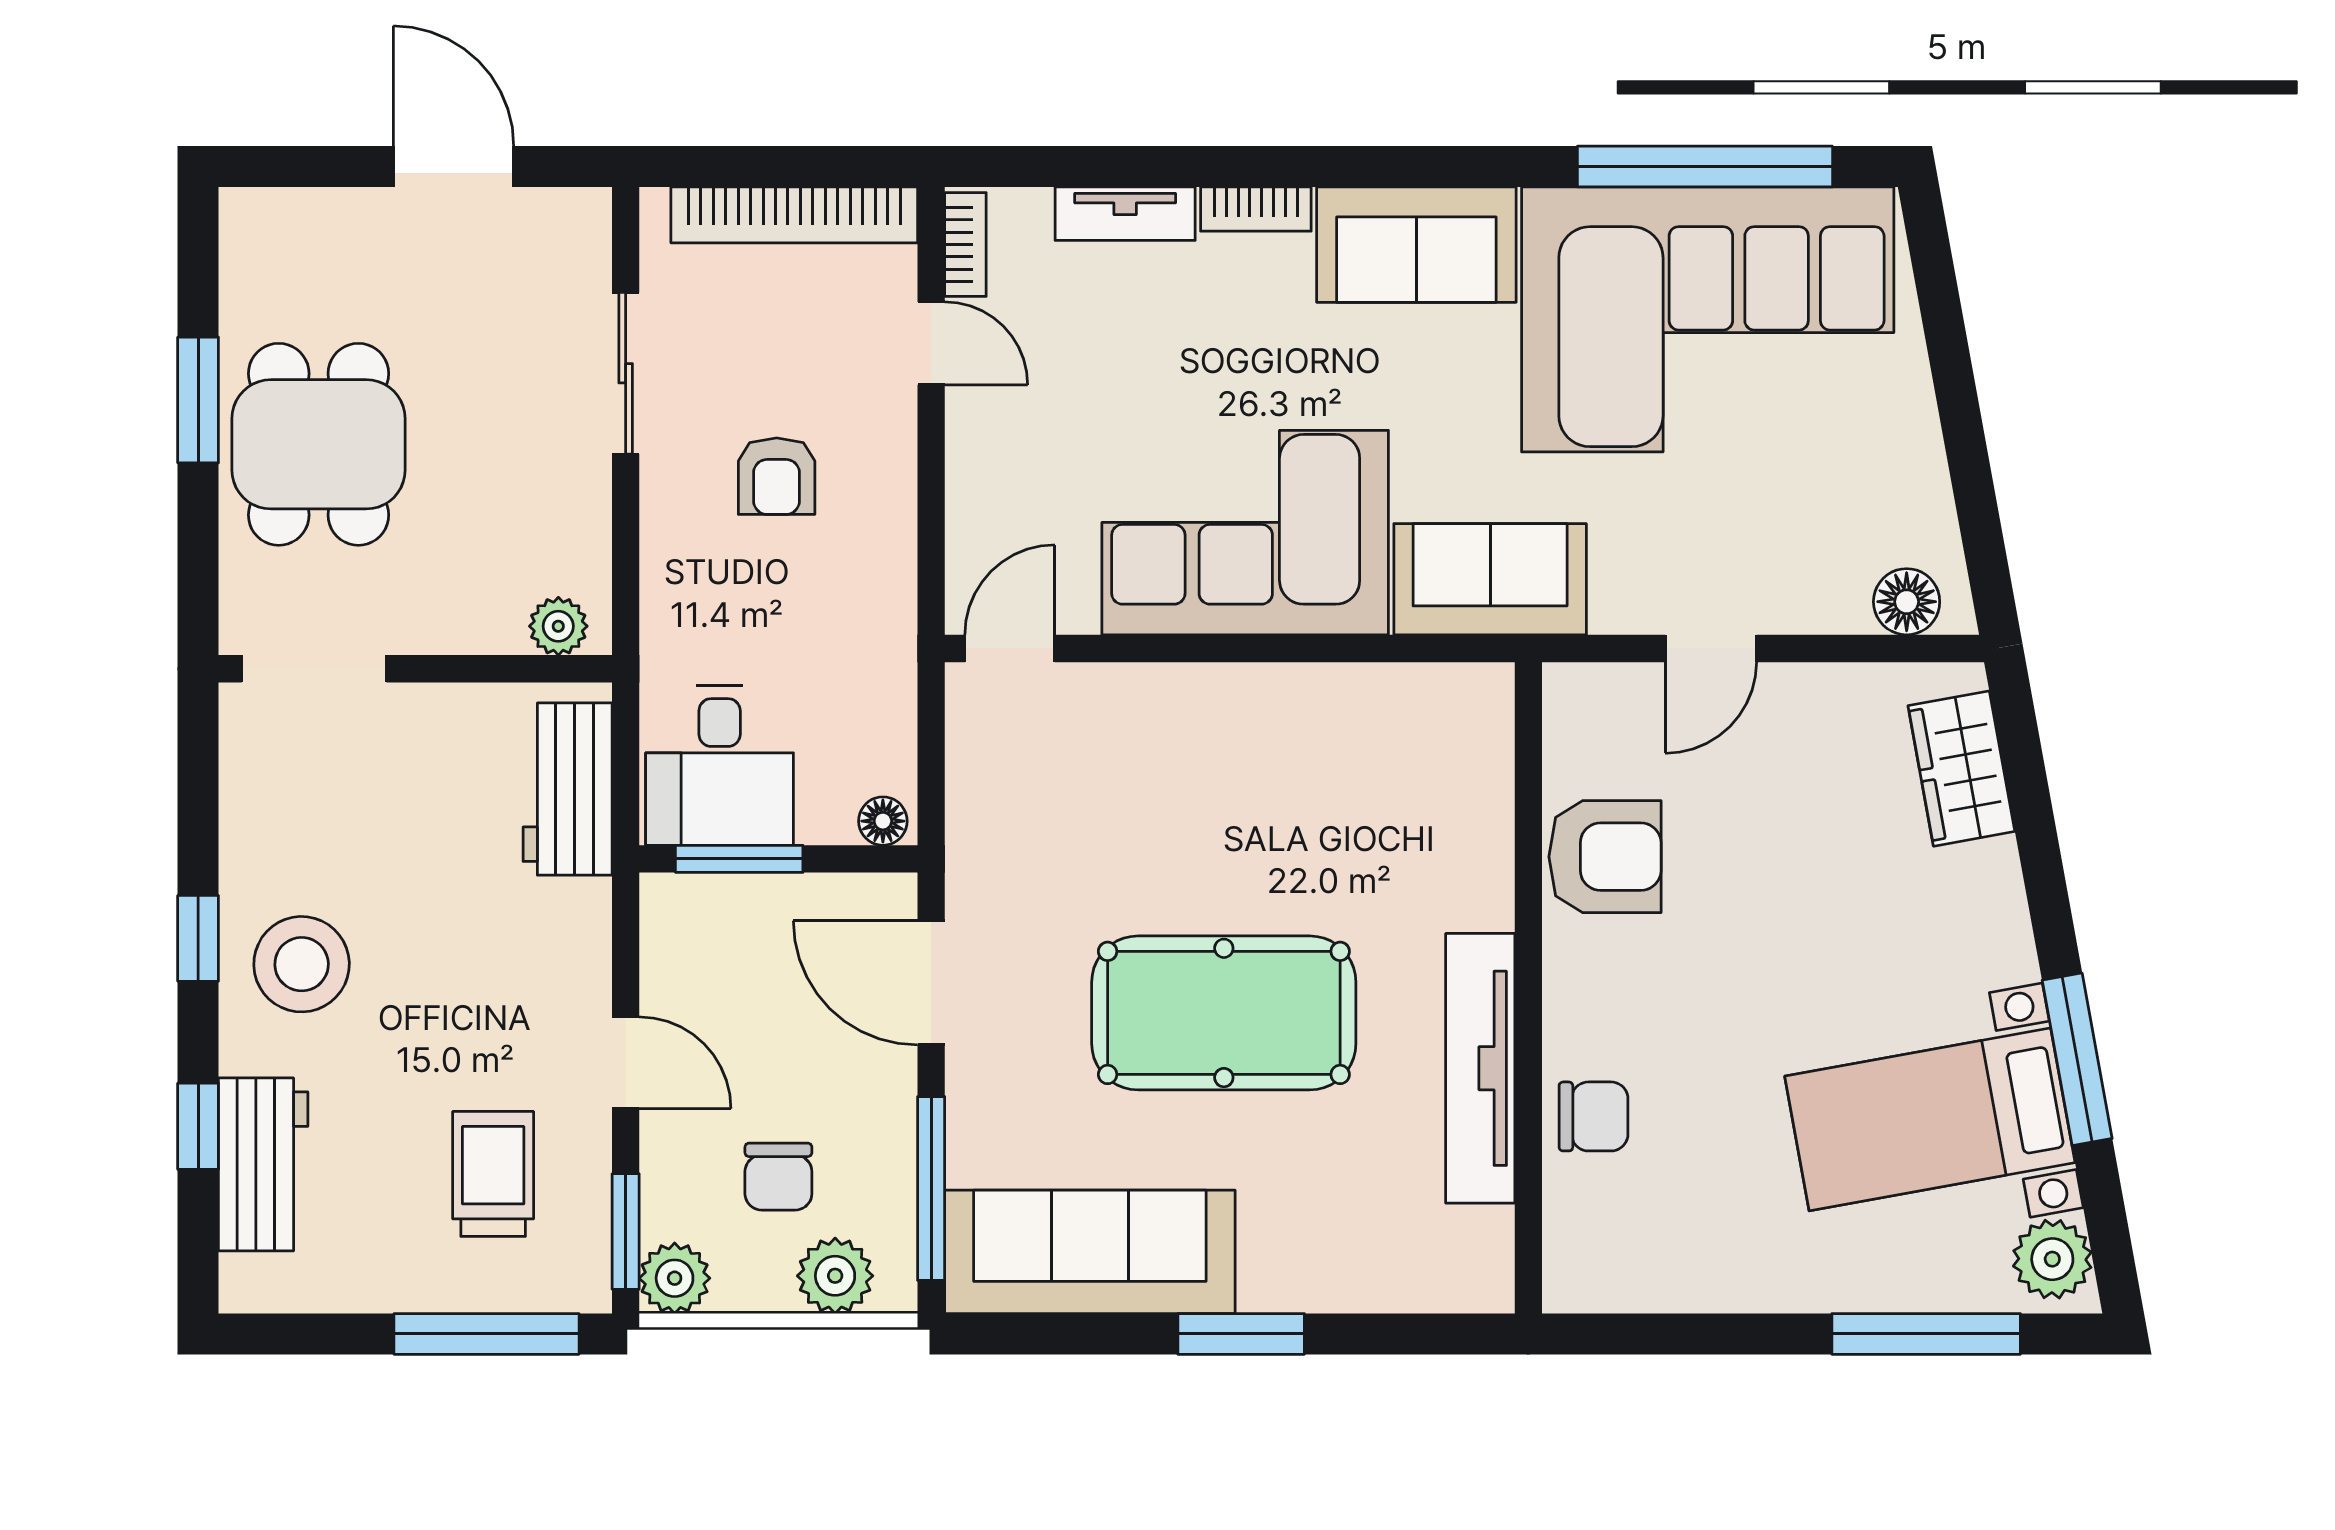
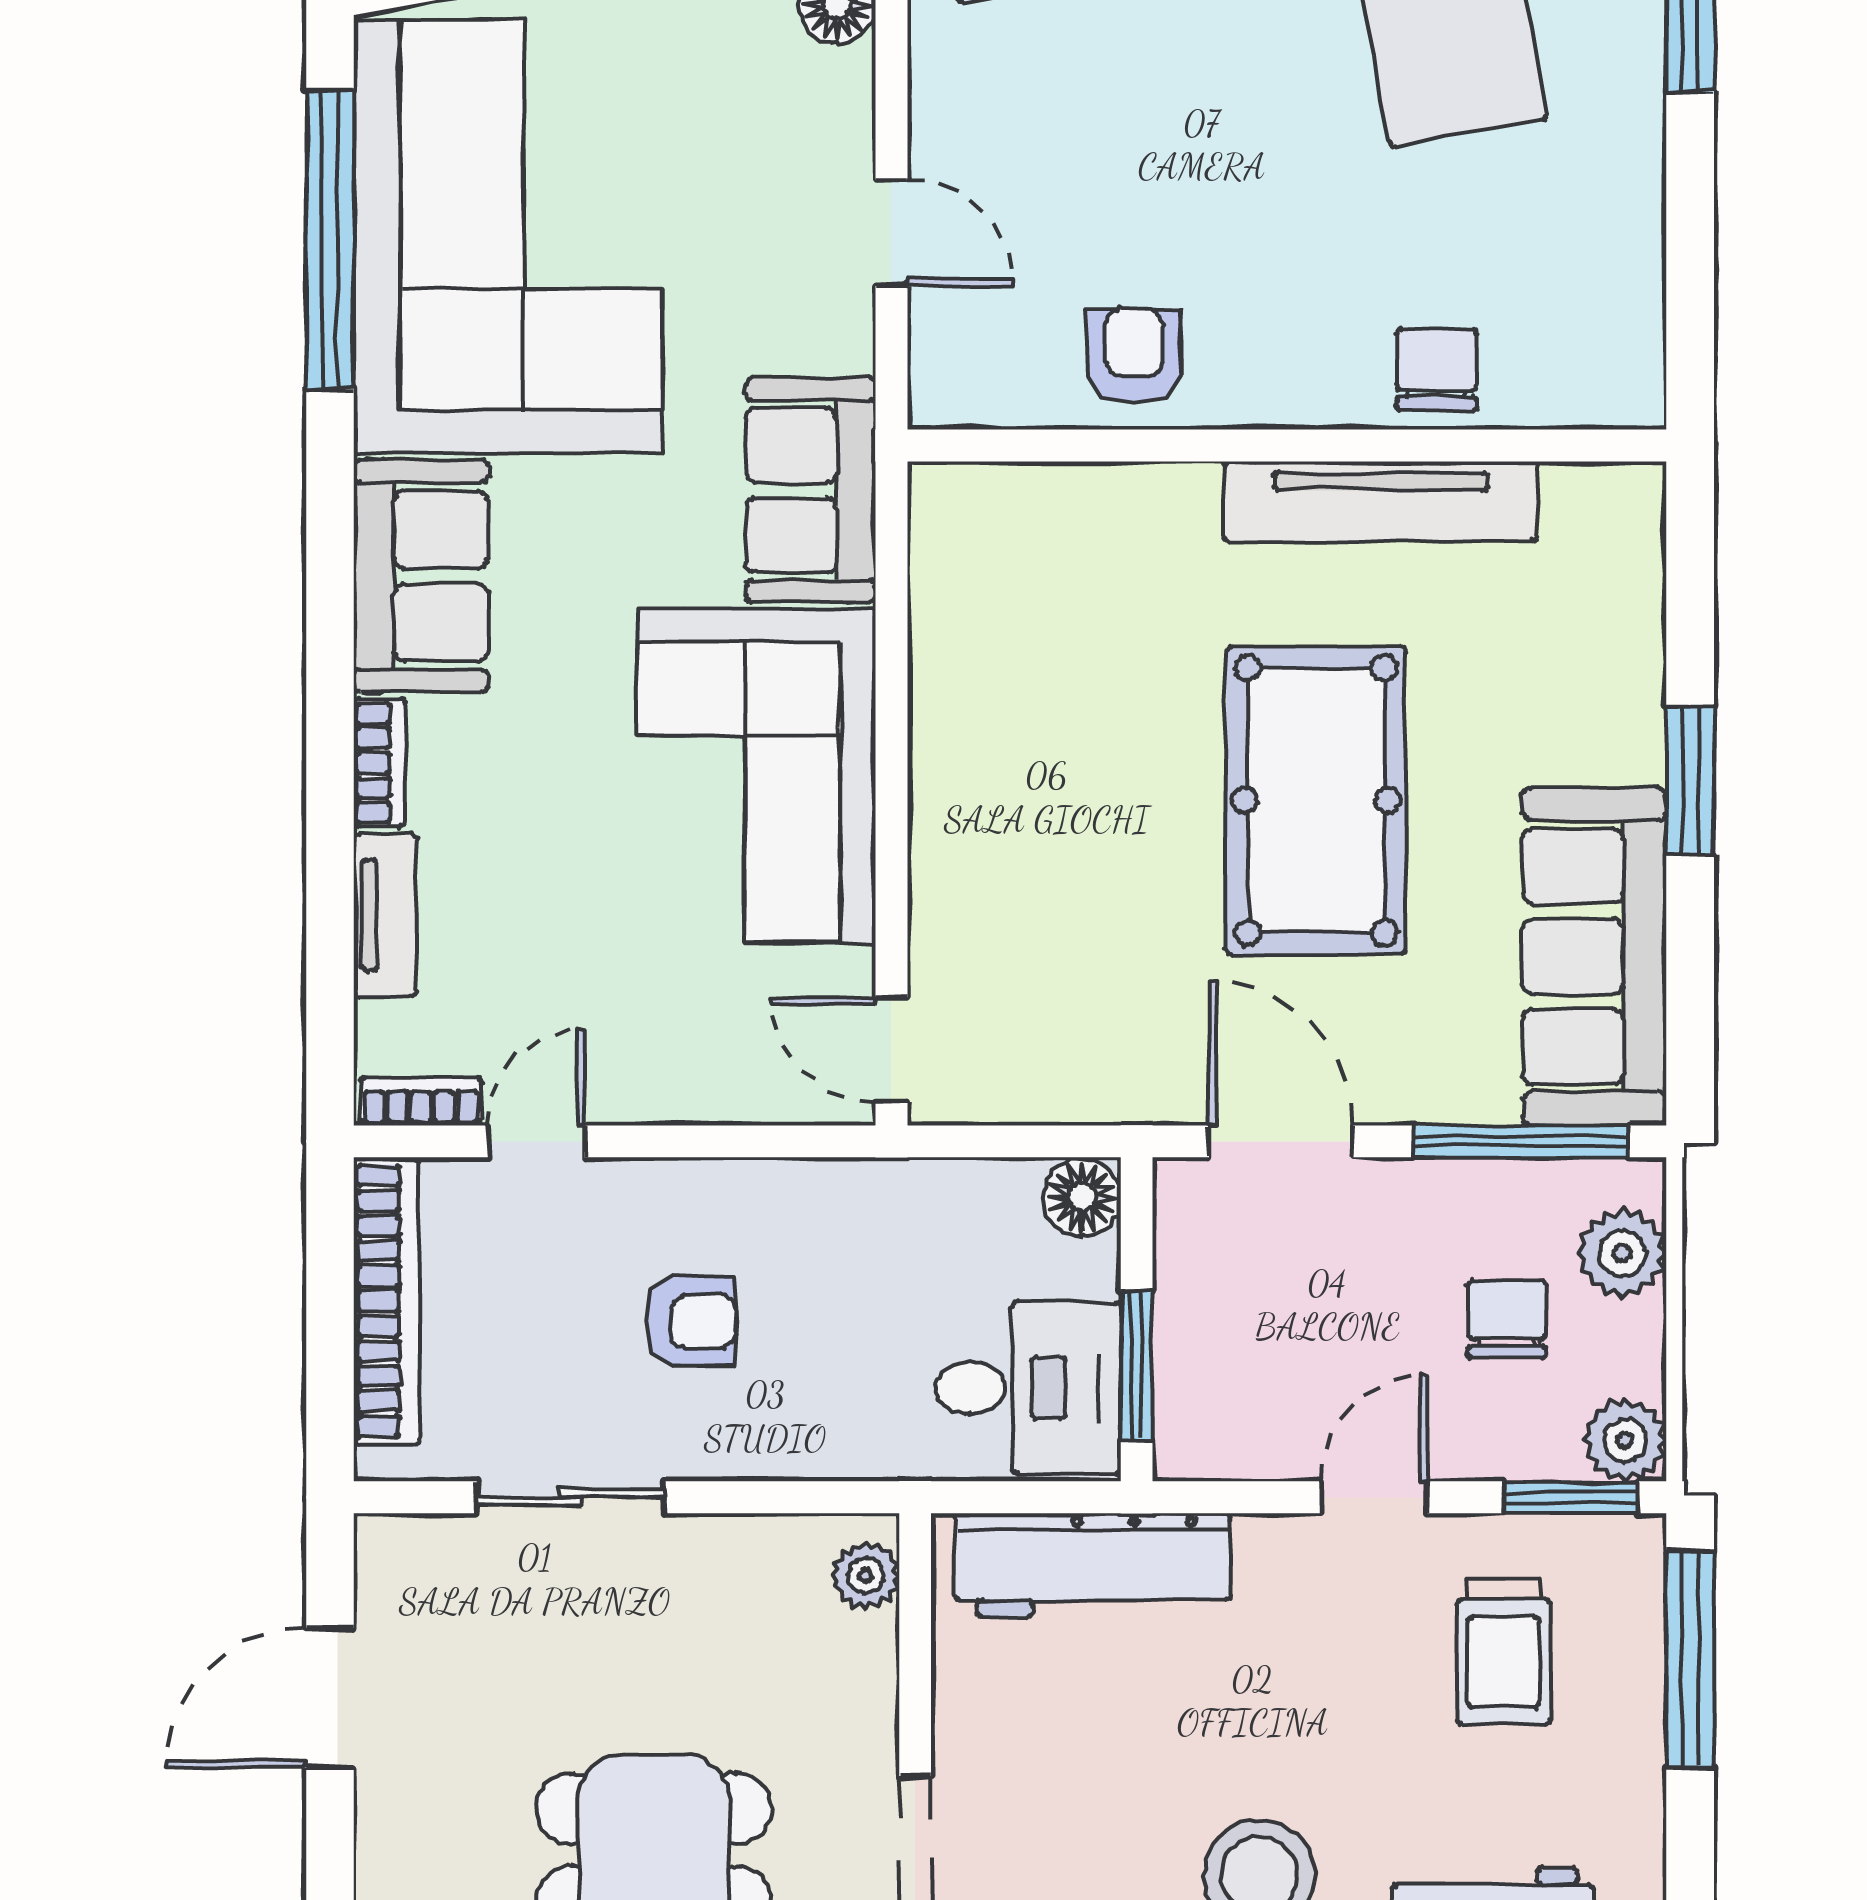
workbench: (568, 789) -> (1093, 1565), width x1.38
floor lamp: (883, 821) -> (1082, 1198), width x1.37, depth x1.37
armchair: (1605, 857) -> (1134, 356), width x0.72, depth x0.72
door: (931, 983) -> (1281, 1141), swing flipped
trolley: (493, 1174) -> (1504, 1652), turned -90
chair: (778, 1177) -> (1507, 1319), turned -90

